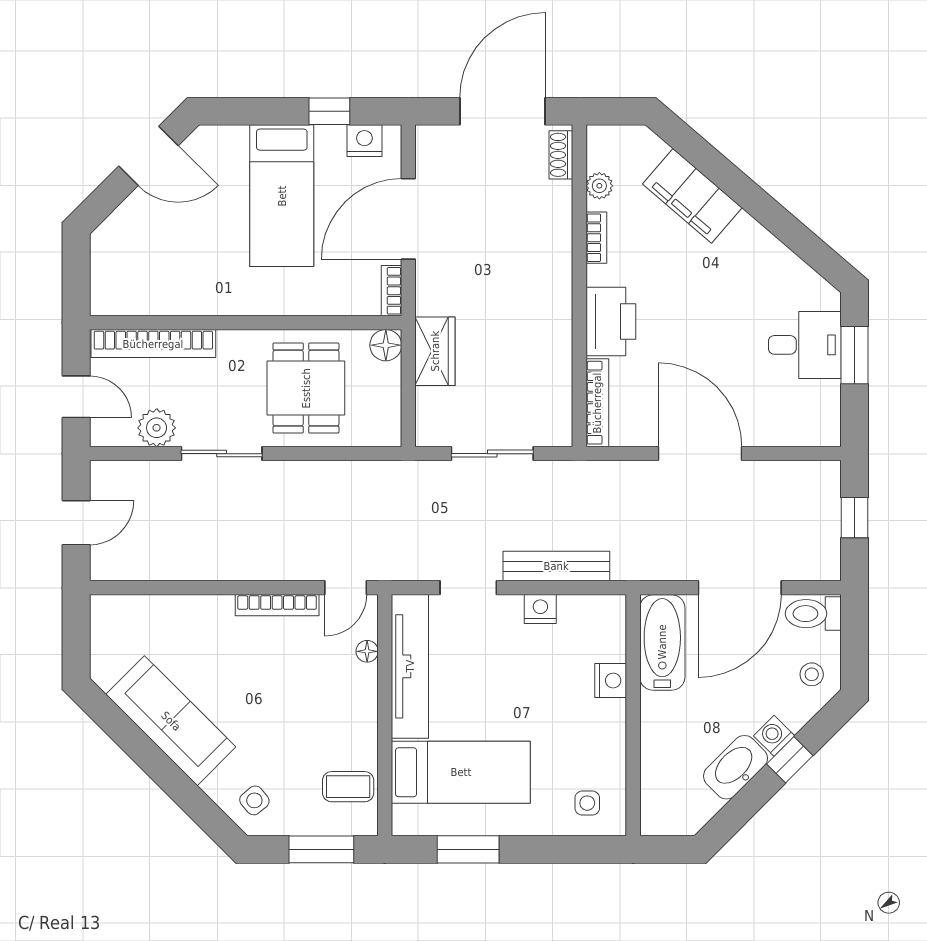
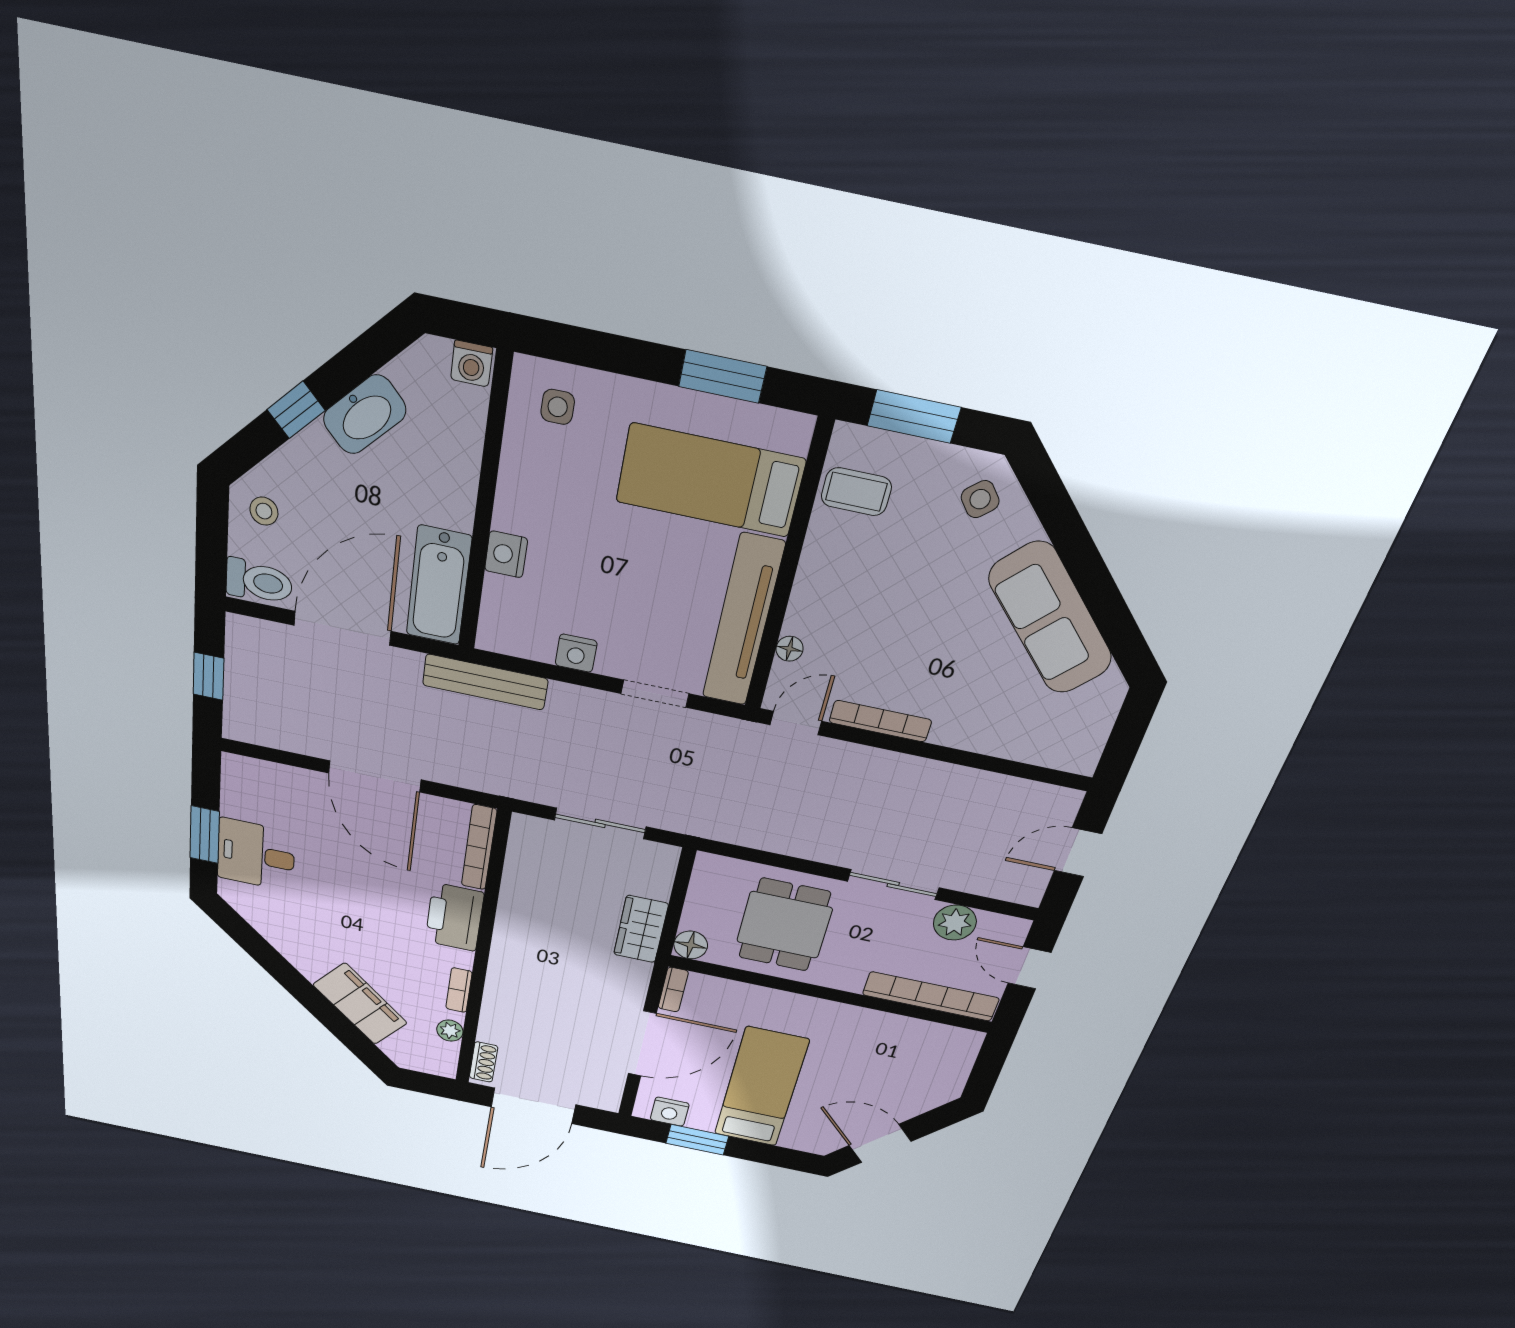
window: (329, 111) -> (697, 1140), width x1.50
bench: (556, 566) -> (485, 682), moved
washing machine: (774, 736) -> (472, 364), moved, turned 45

